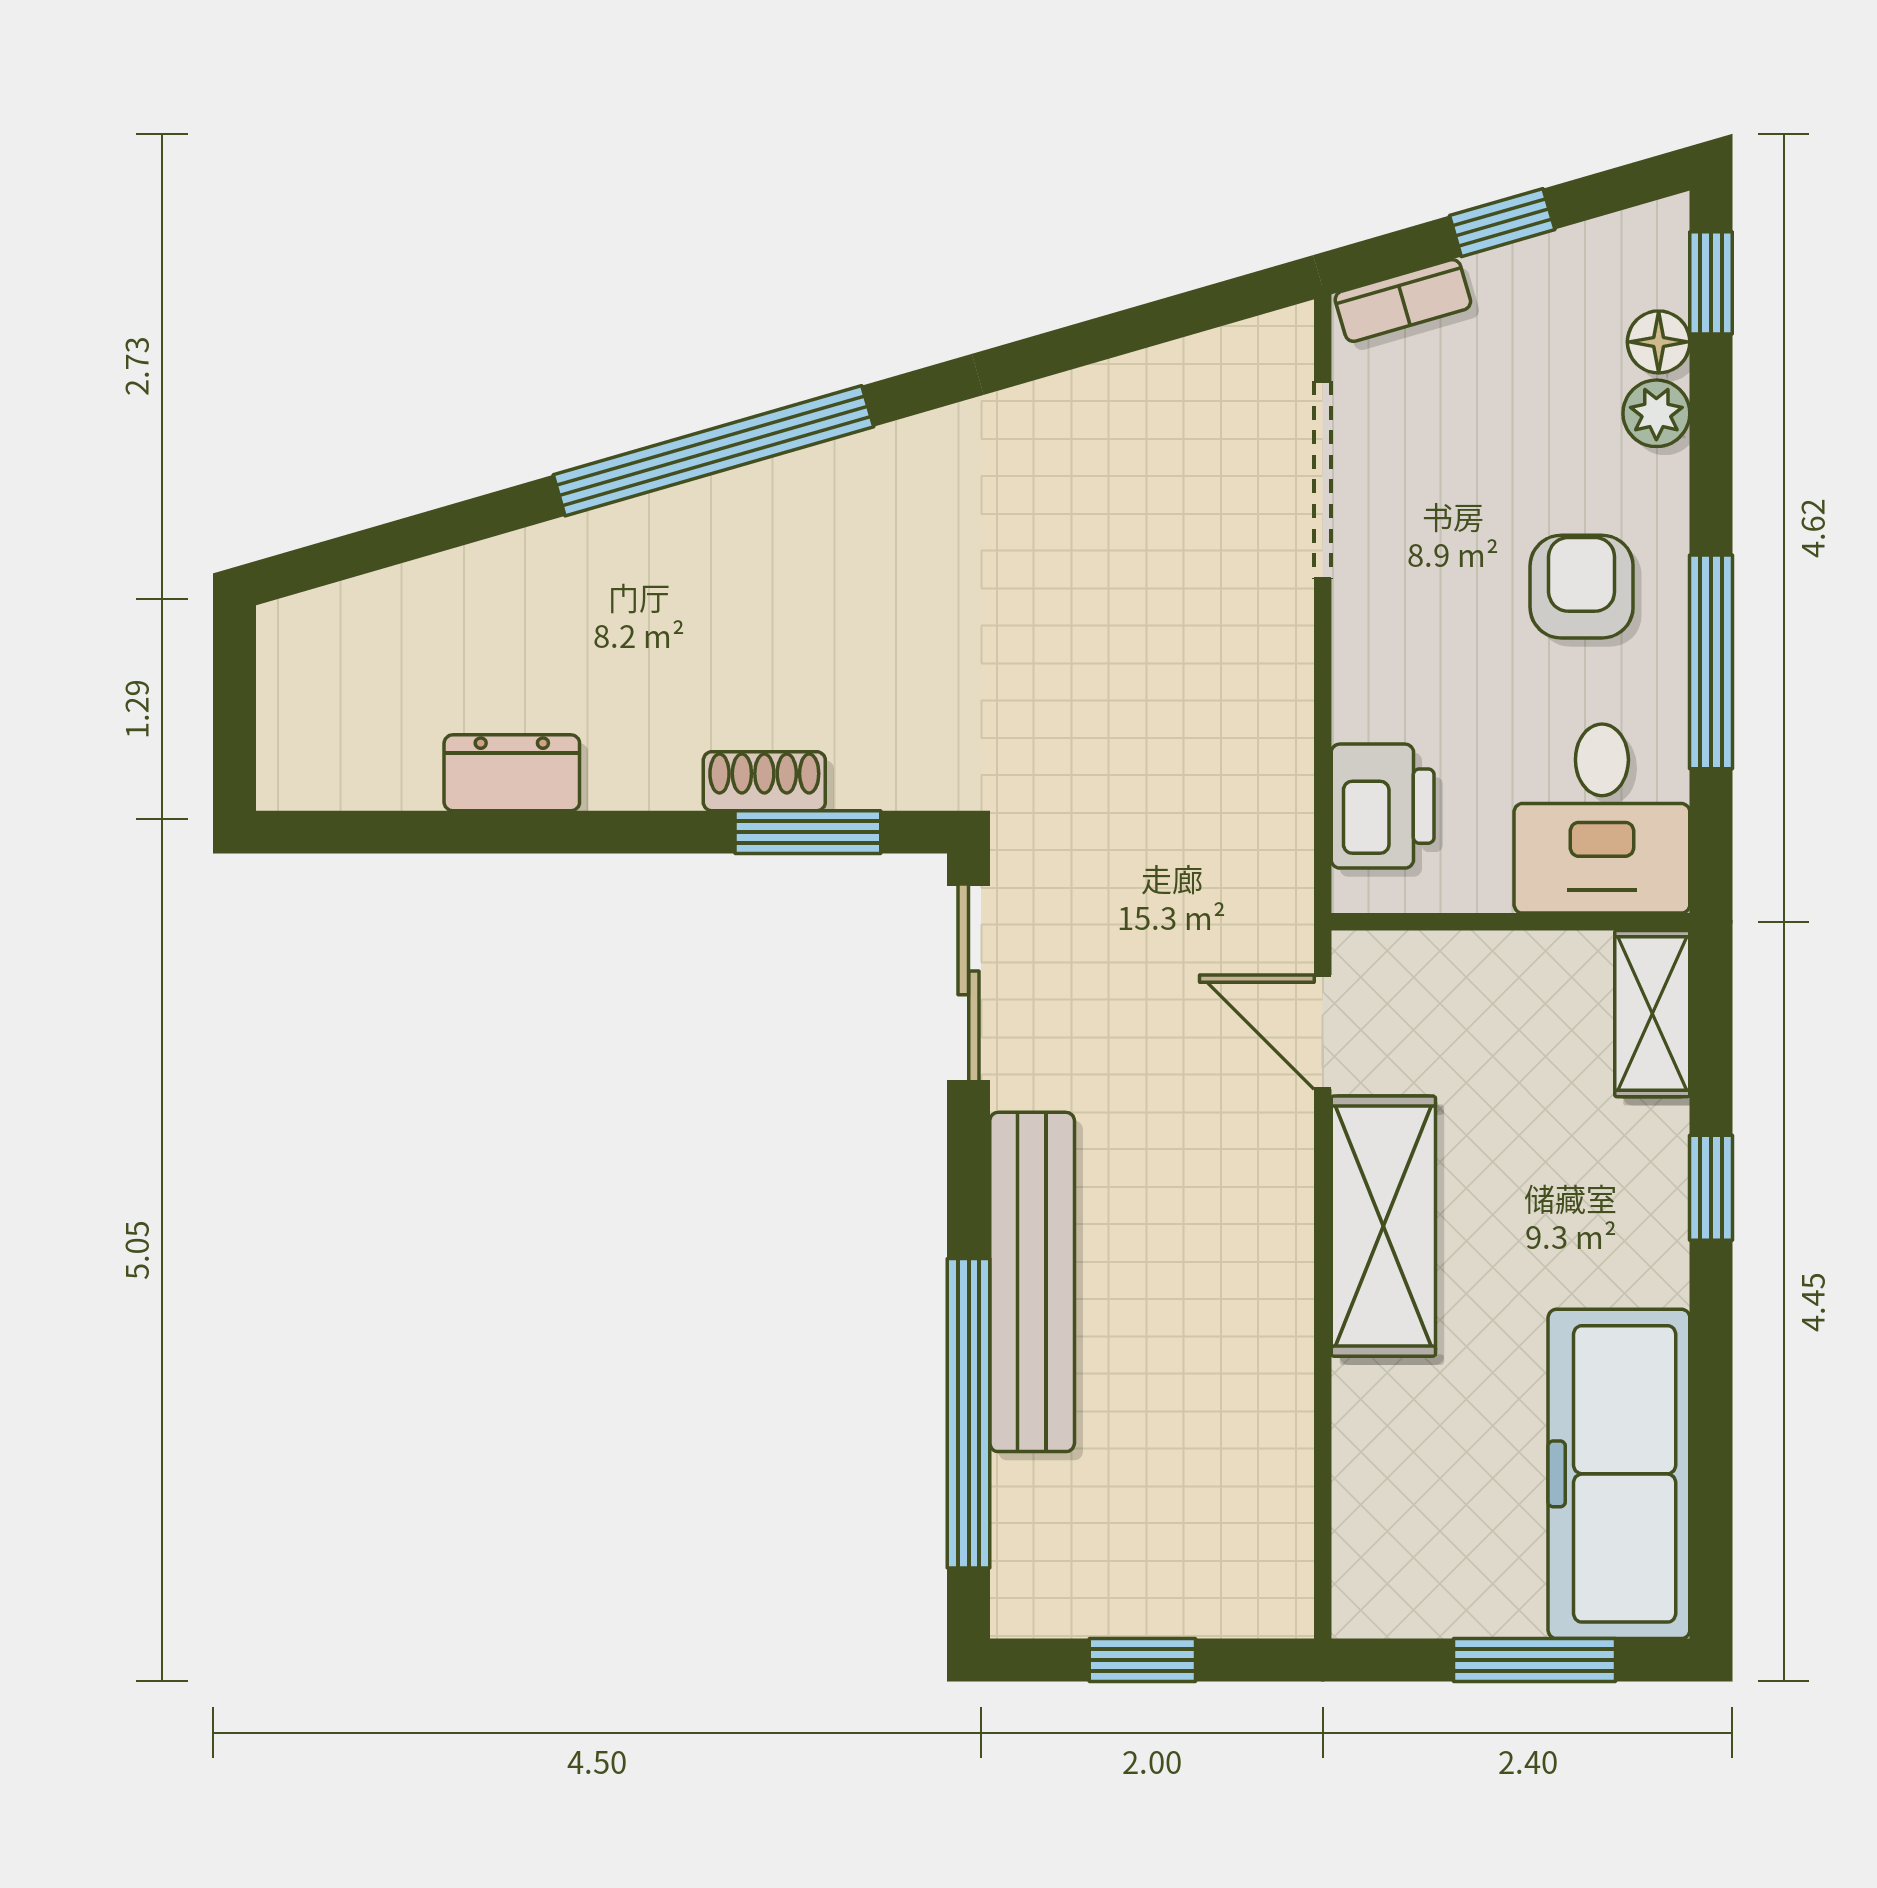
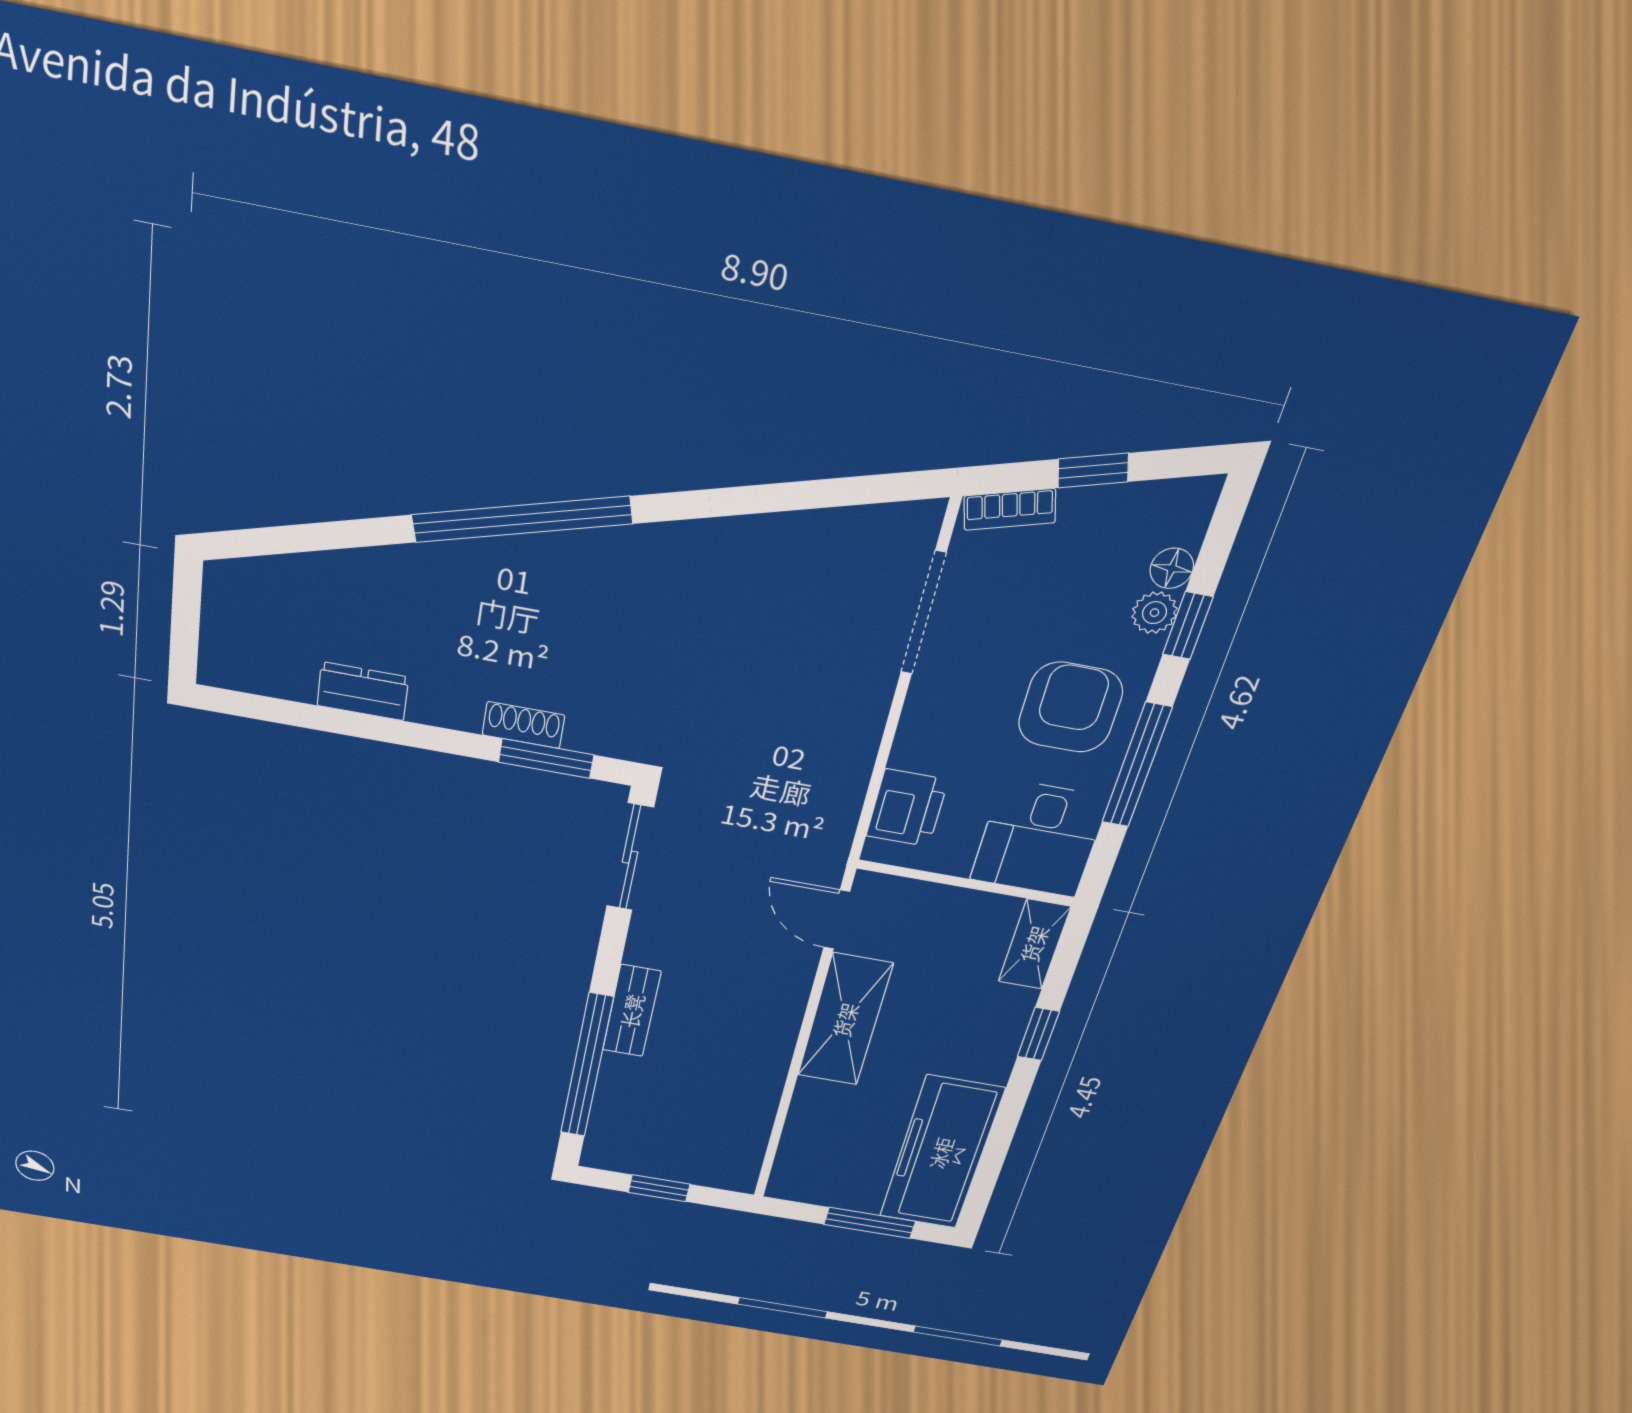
window: (1711, 283) -> (1188, 626), moved
armchair: (1582, 587) -> (1070, 707), width x1.38, depth x1.38
bench: (1032, 1282) -> (632, 1011), width x0.54, depth x0.82

